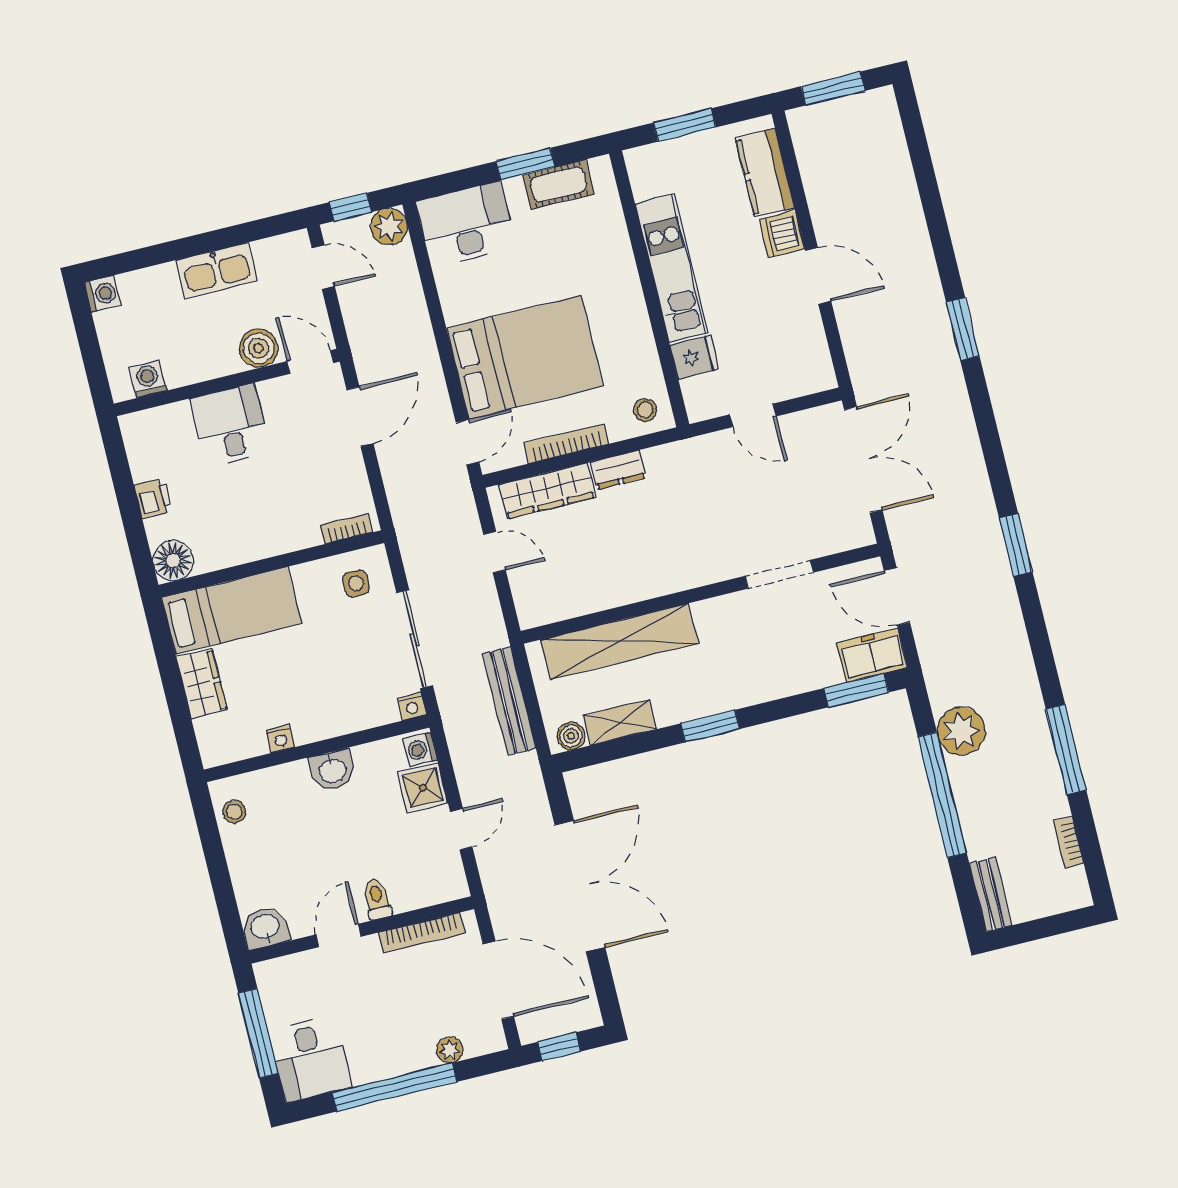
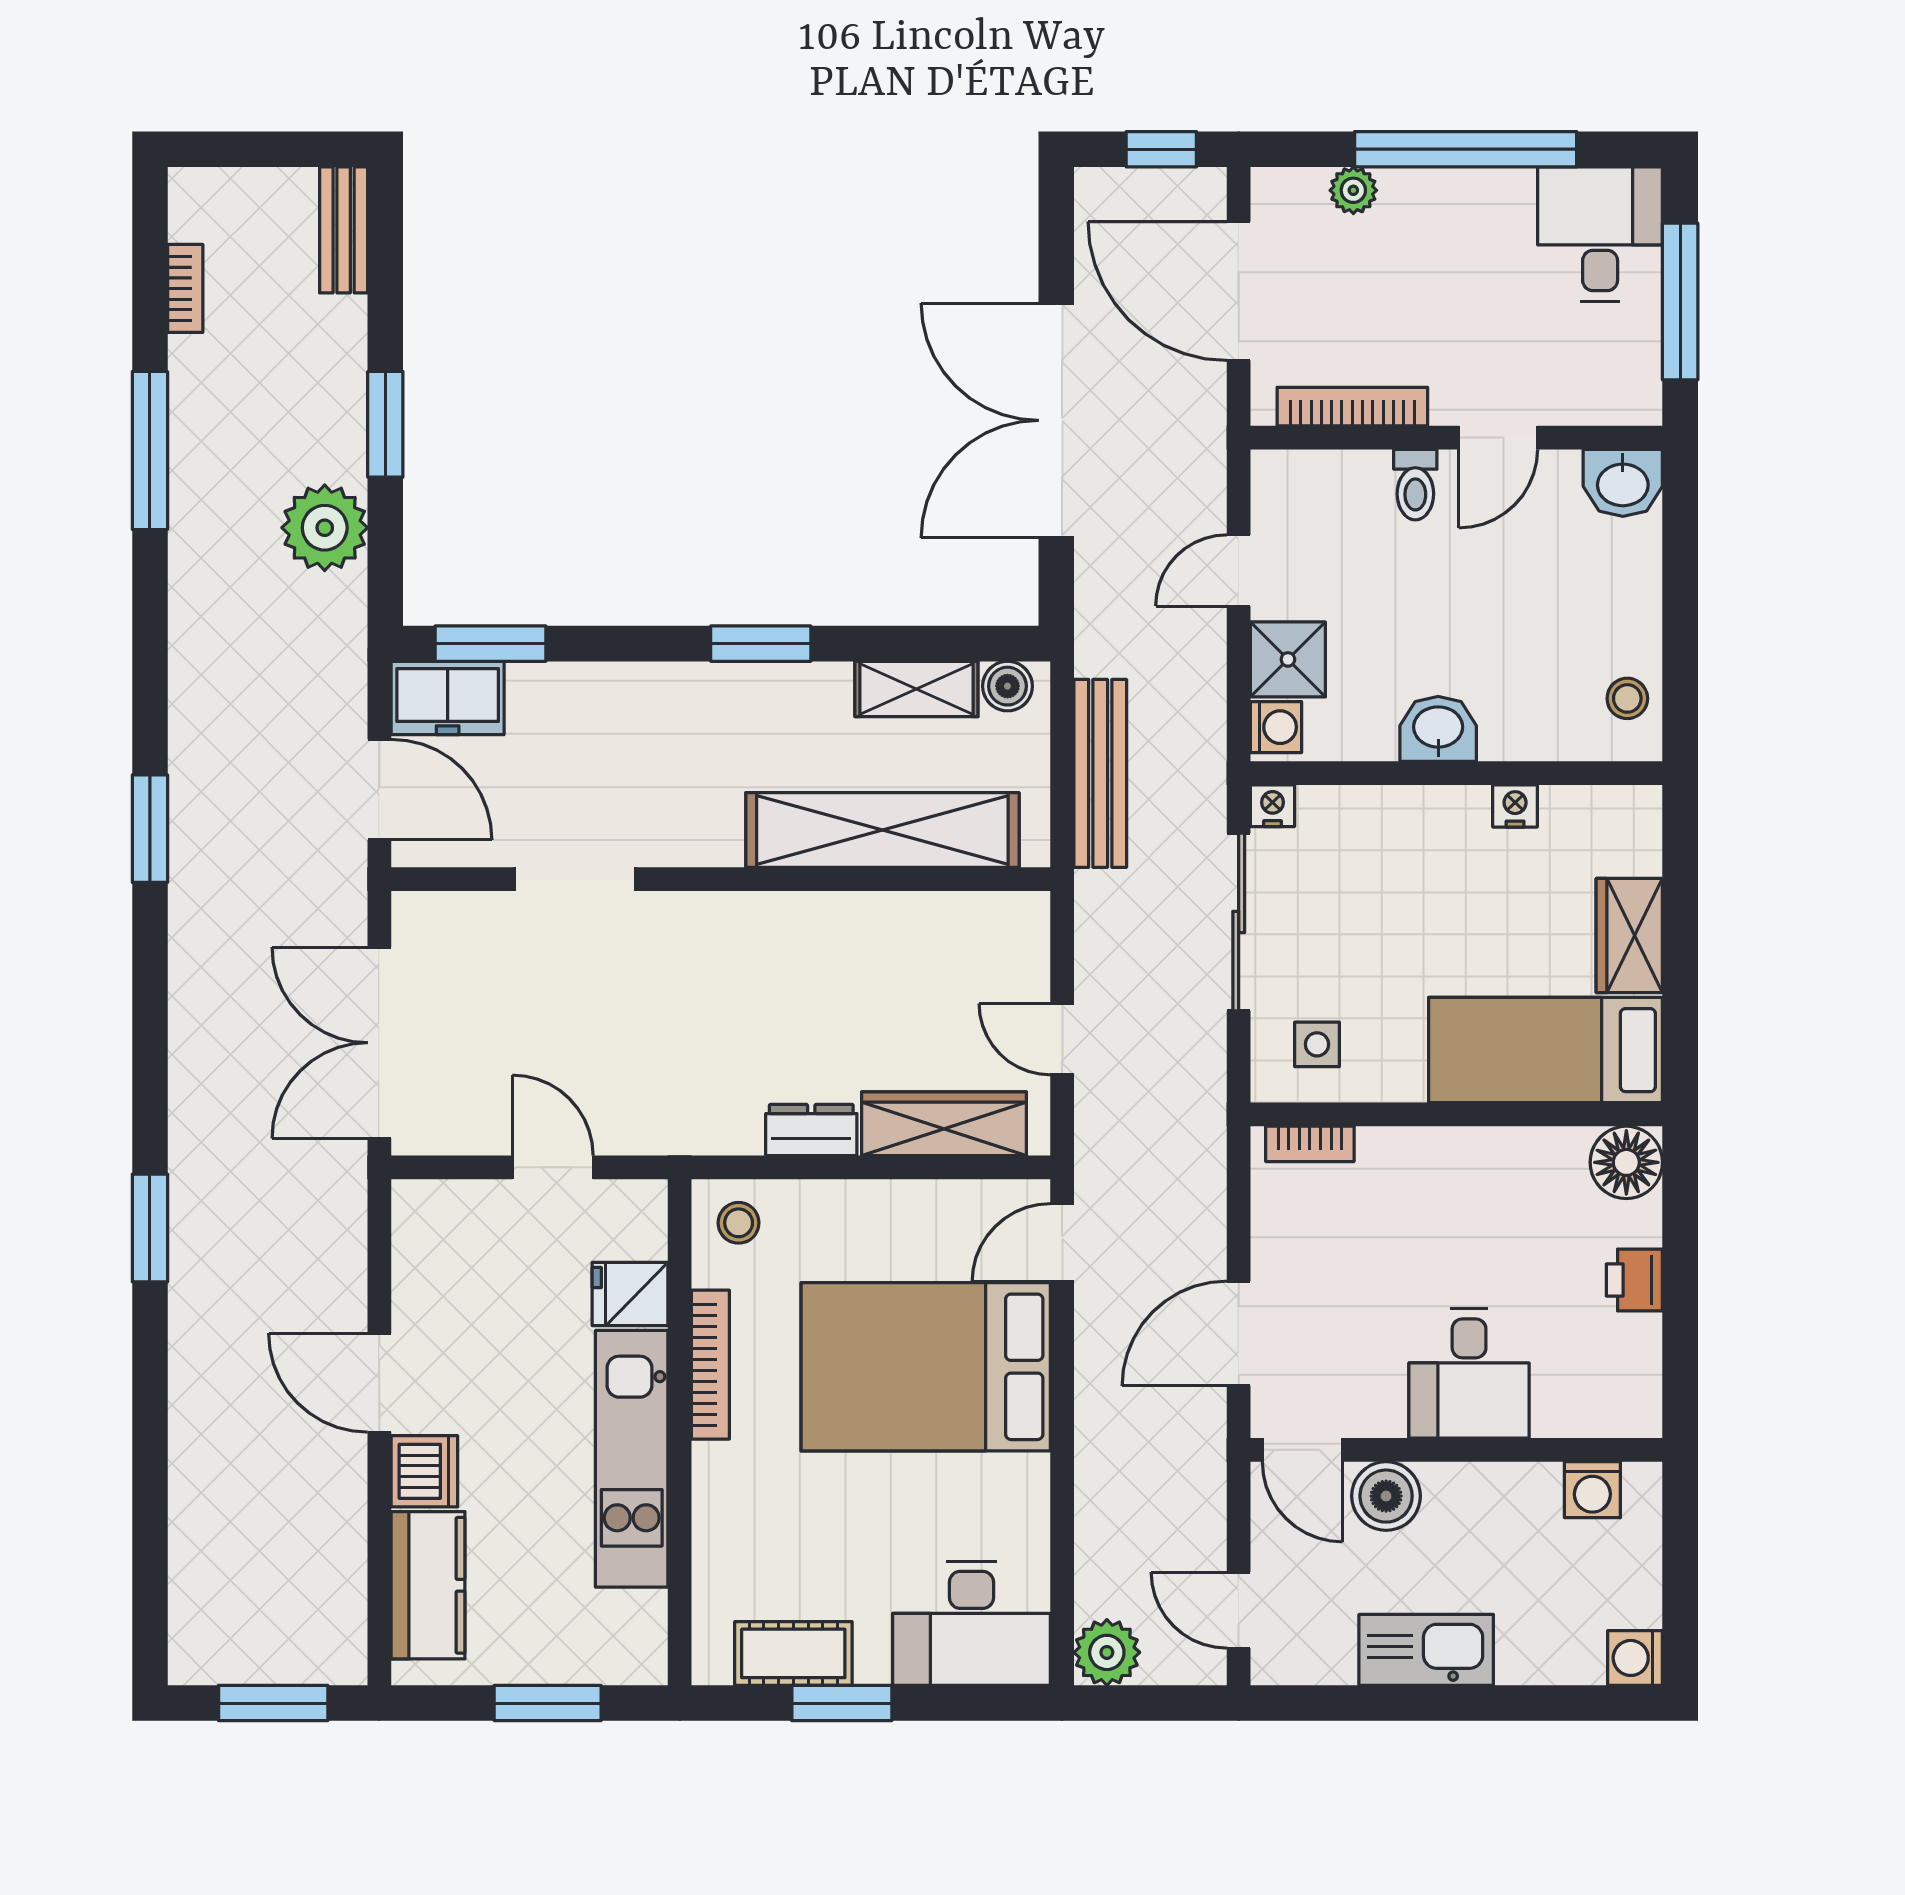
window: (351, 207) -> (1165, 1703), removed
bookcase: (566, 443) -> (710, 1365), moved, turned -90
window: (942, 795) -> (385, 424), width x0.47

